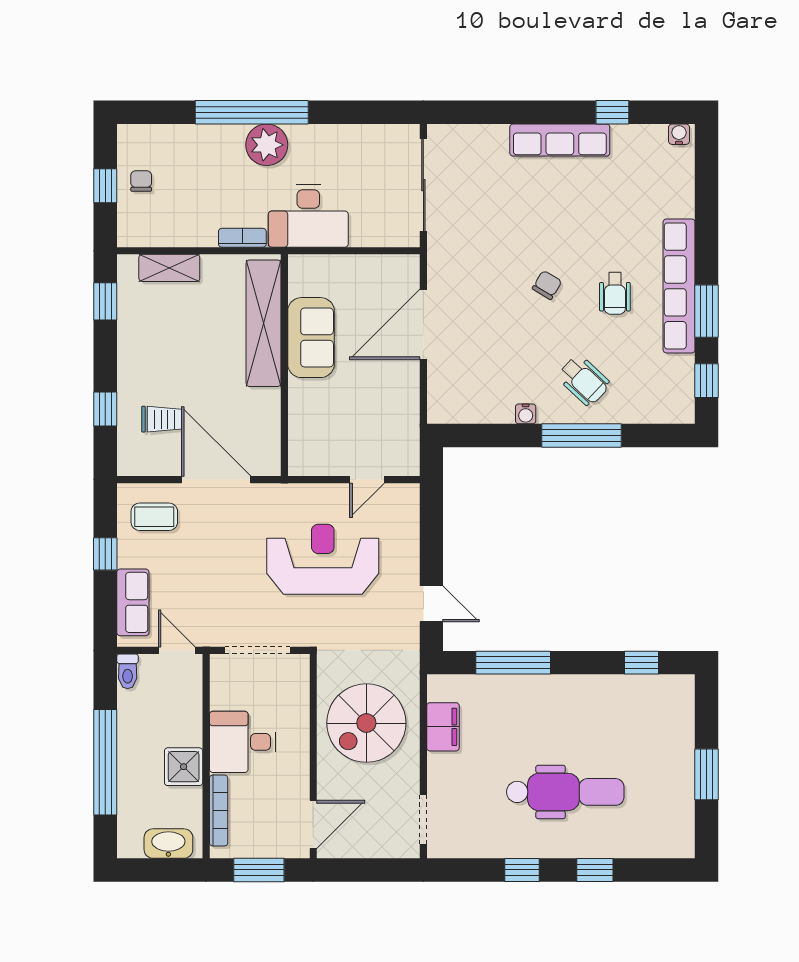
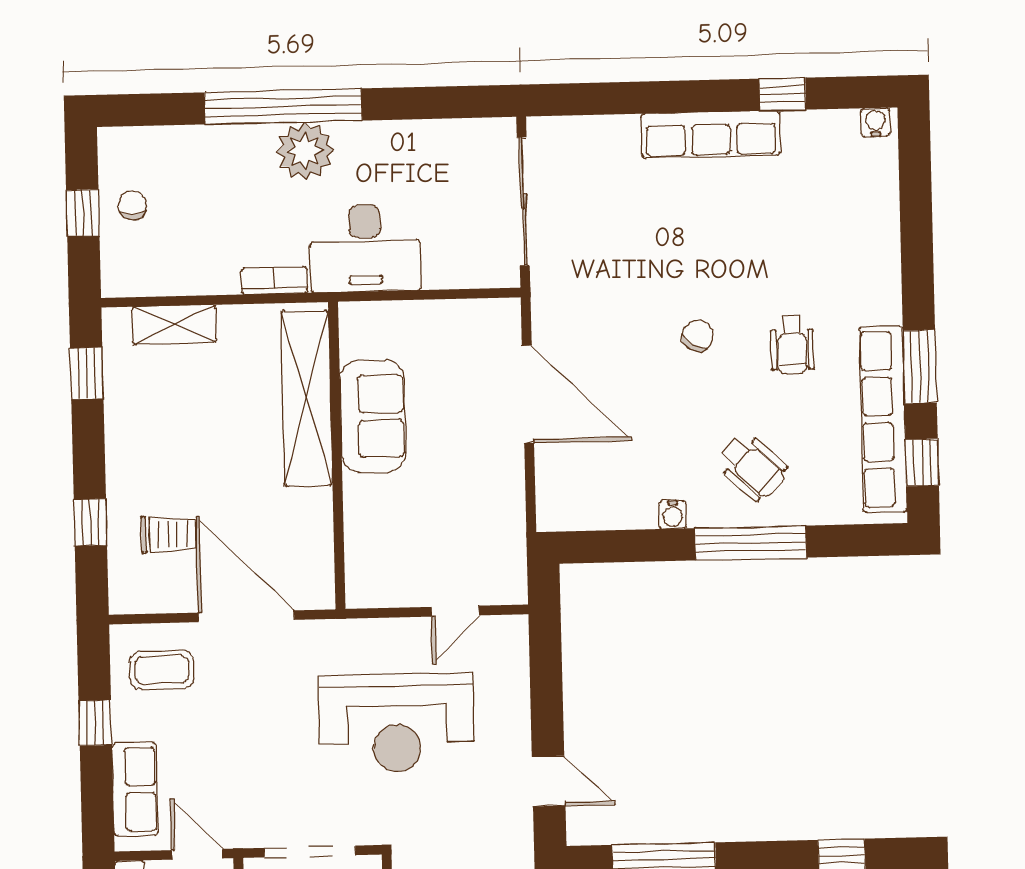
row of seats: (679, 286) -> (883, 419), moved
door: (423, 324) -> (528, 394), swing flipped
reception desk: (323, 559) -> (397, 723), turned 180

